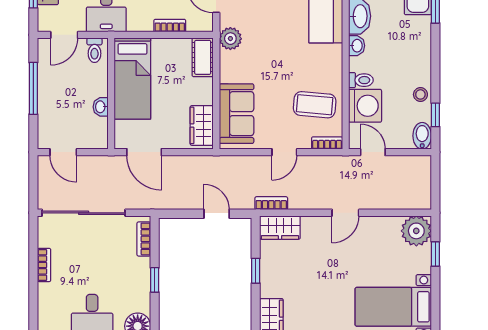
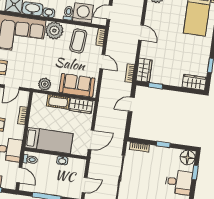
plant: (230, 39) -> (45, 84), moved
cot: (203, 57) -> (58, 102), moved
plant: (327, 60) -> (54, 31), added
window: (256, 271) -> (156, 86), moved

